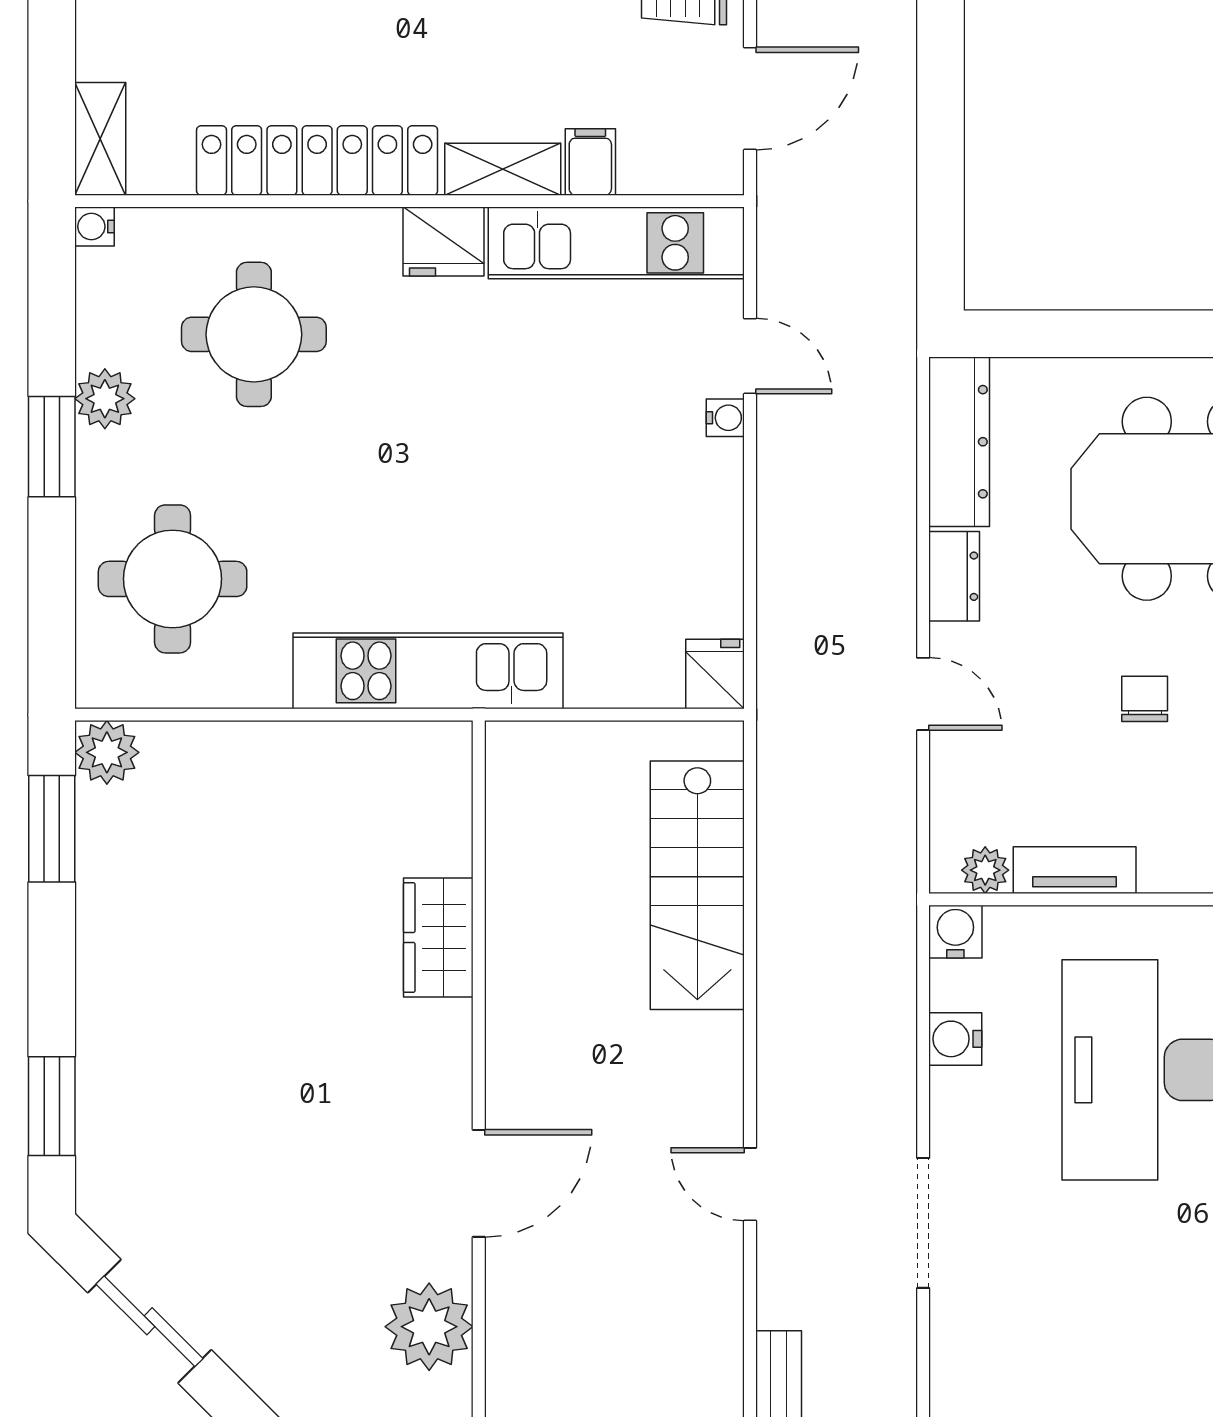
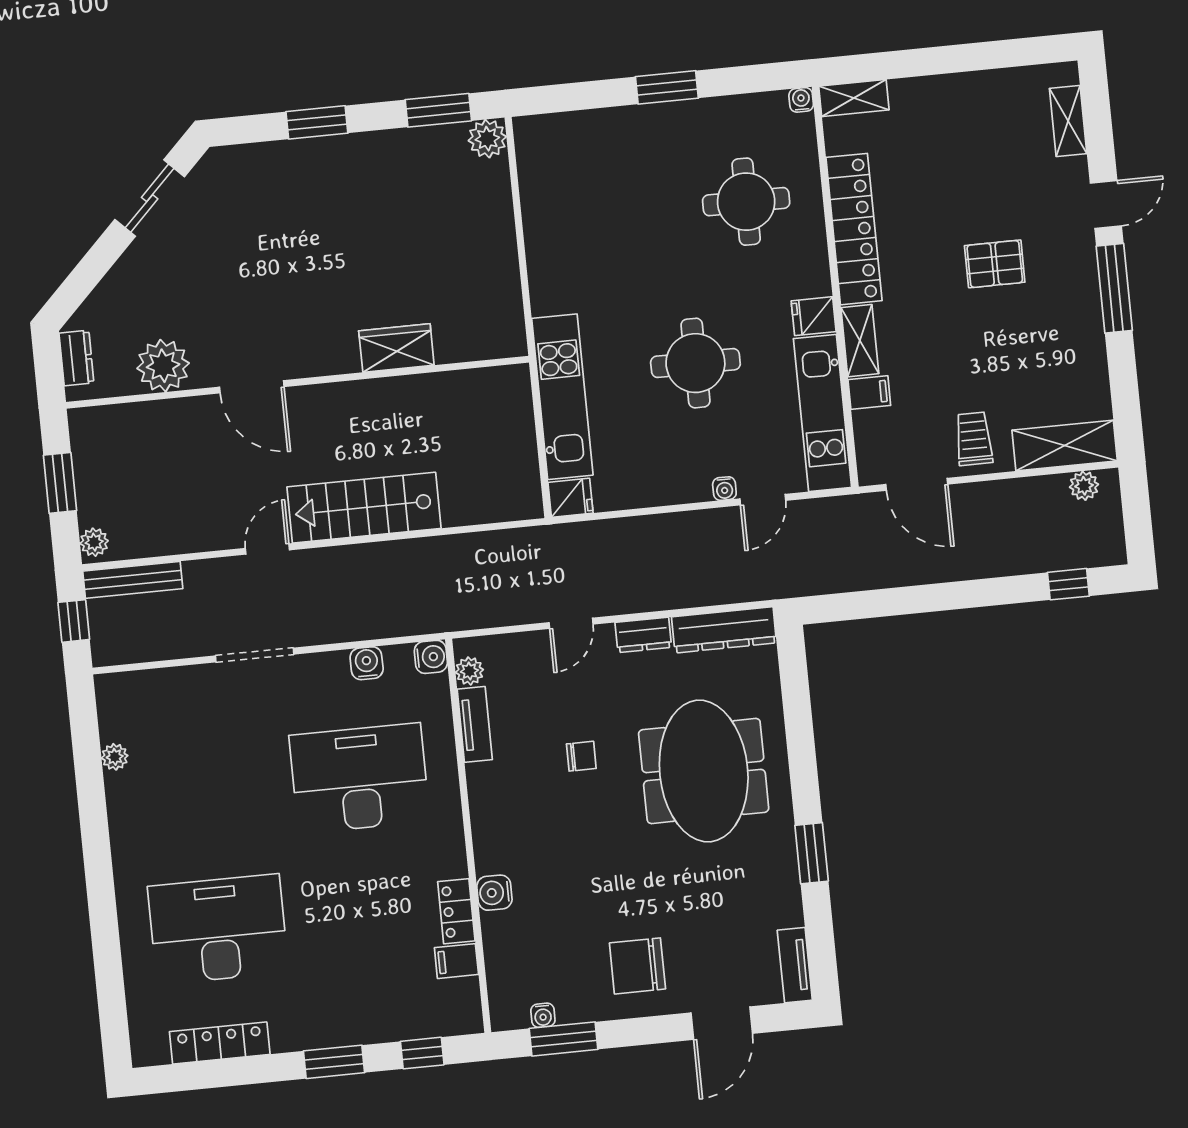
fridge: (444, 242) -> (814, 316), width x0.72
plant: (105, 399) -> (699, 116), removed
round table: (173, 579) -> (695, 363), moved
kitchen unit: (428, 671) -> (562, 397), moved
stairs: (697, 885) -> (364, 508), moved
window: (52, 1106) -> (317, 122), moved

